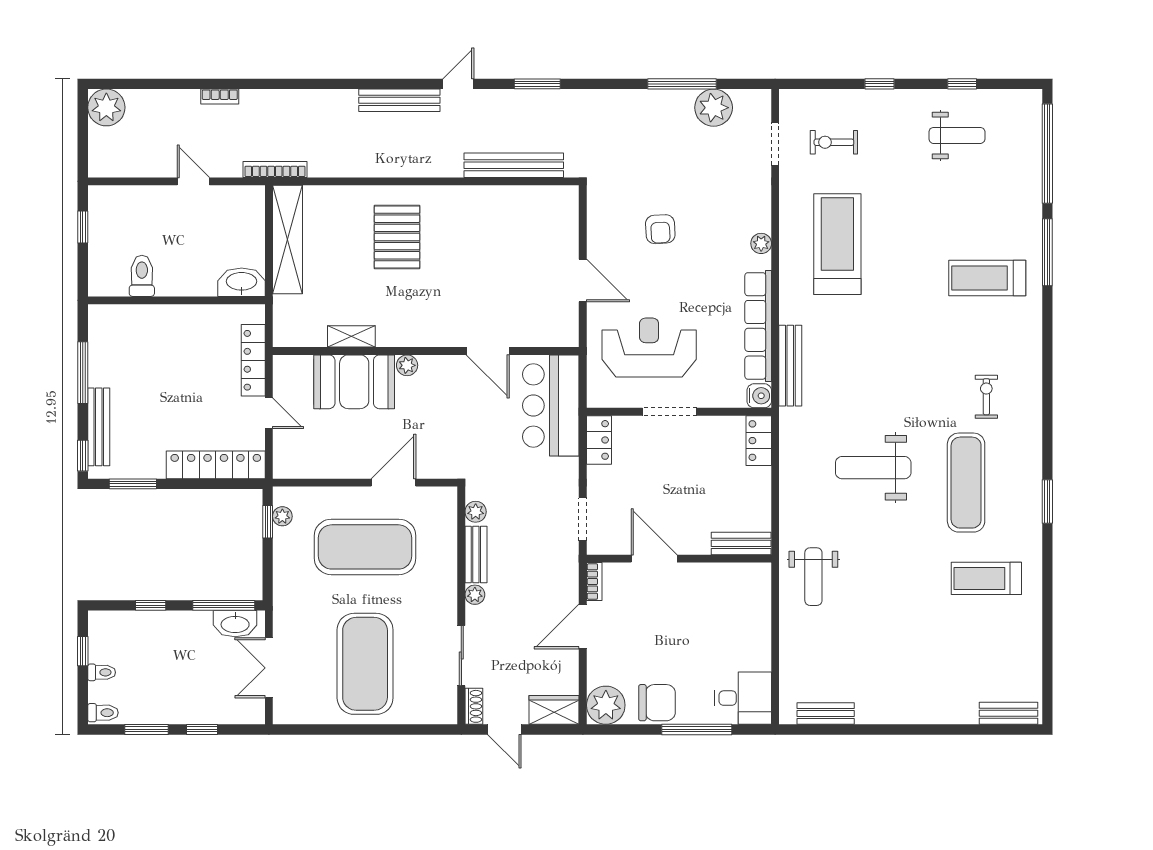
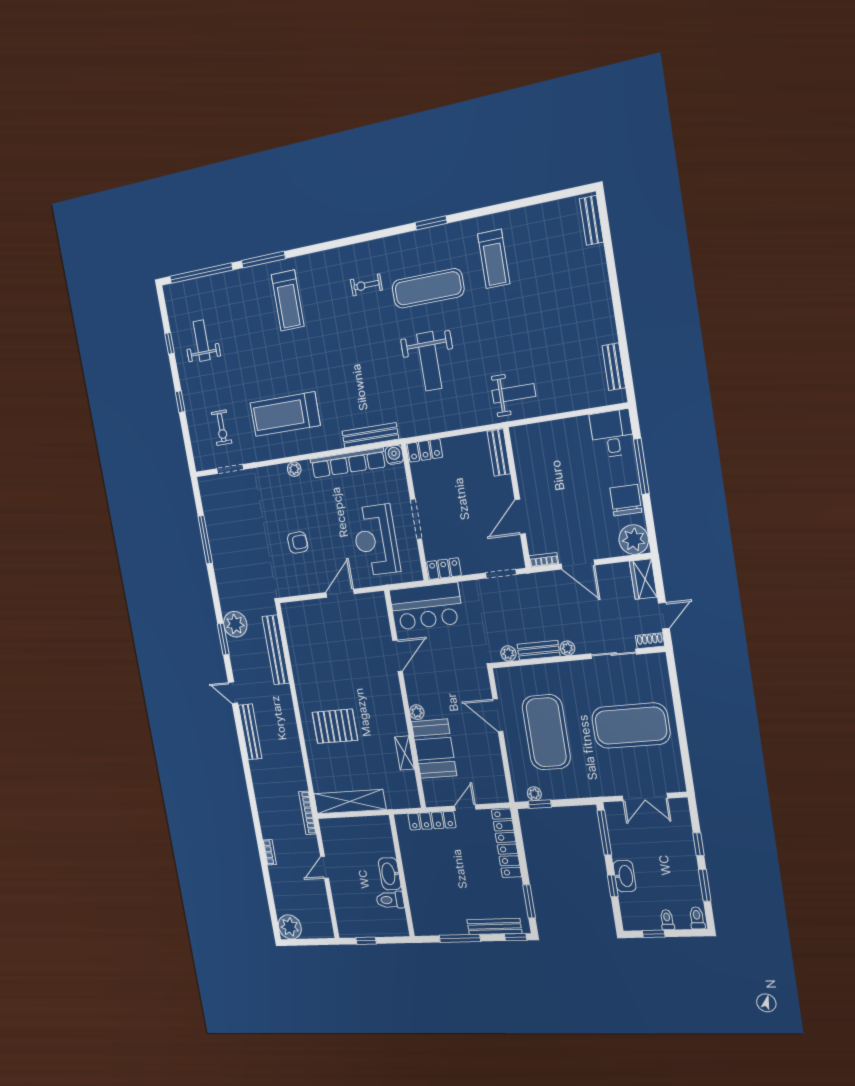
plant: (714, 108) -> (235, 624), moved
washbasin: (242, 282) -> (390, 874), moved
washbasin: (235, 624) -> (625, 876), moved

